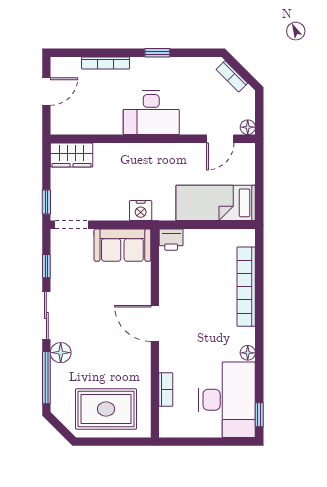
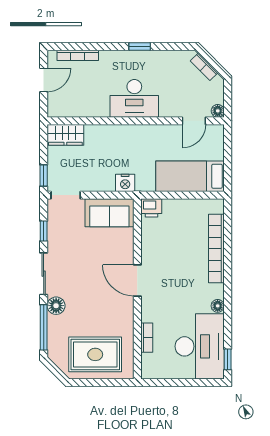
bookcase: (106, 63) -> (78, 55), moved

